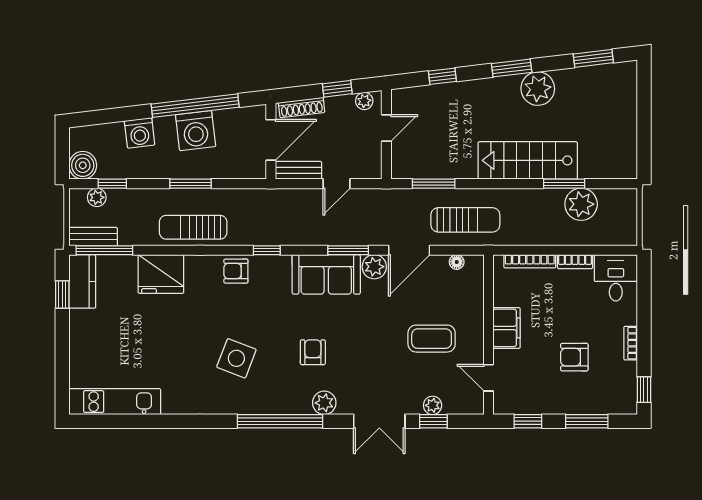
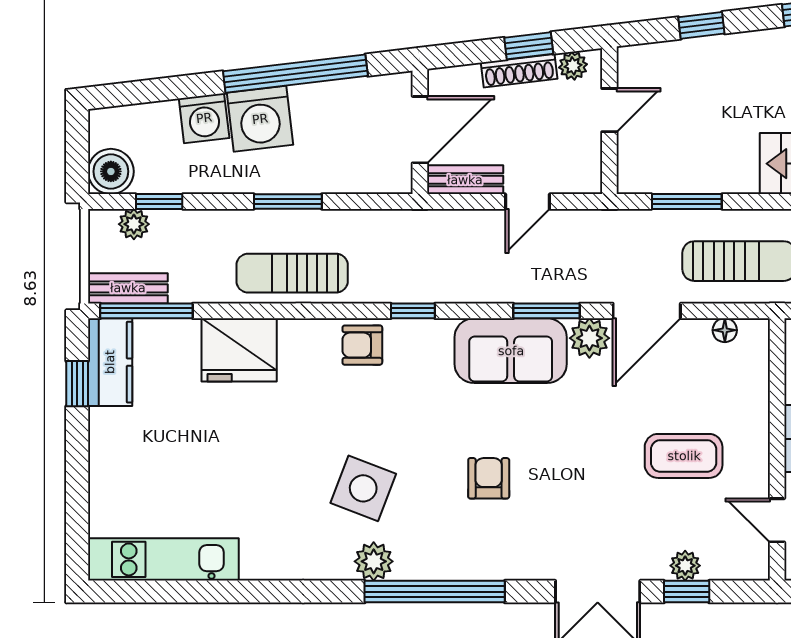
shoe rack: (302, 107) -> (519, 71), moved
washing machine: (196, 131) -> (260, 119), moved
plant: (324, 403) -> (374, 561), moved

